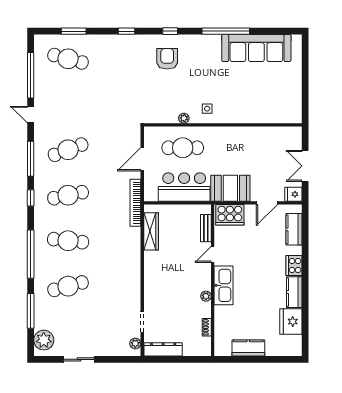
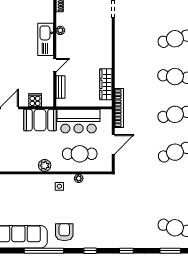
armchair: (167, 59) -> (64, 232), moved, turned 180
plant: (225, 134) -> (45, 165), added
cooker: (230, 215) -> (35, 100), width x0.53, depth x0.76

